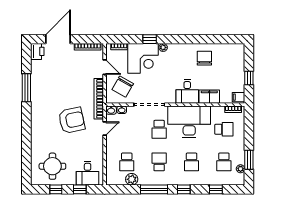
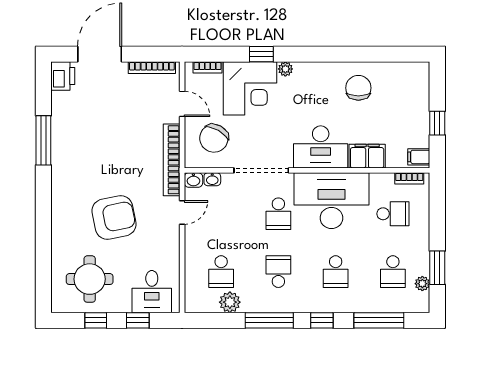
desk: (187, 91) -> (321, 147), width x1.37
armchair: (72, 120) -> (114, 217), moved
window: (216, 189) -> (379, 320), width x2.17

